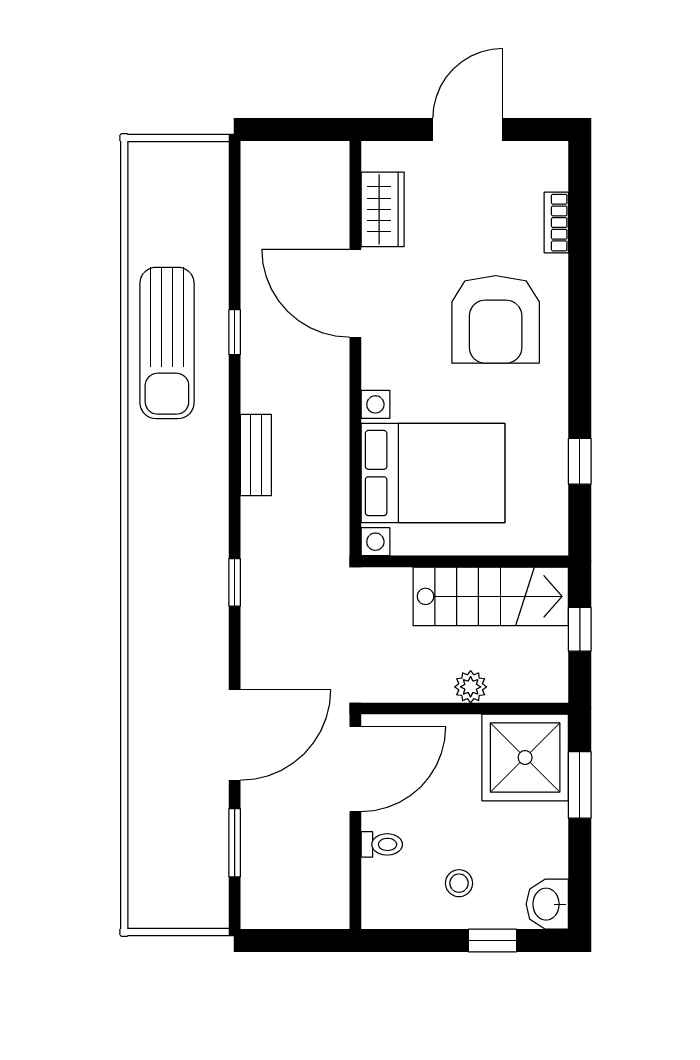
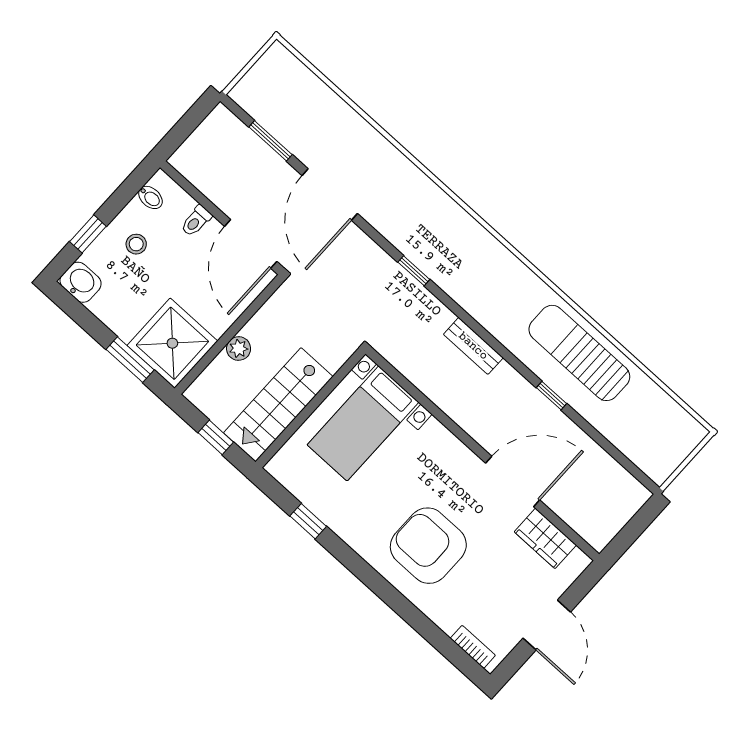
bookcase: (556, 223) -> (473, 647), moved
bed with nightstands: (433, 473) -> (363, 423), width x0.73
bidet: (400, 911) -> (150, 197), added

